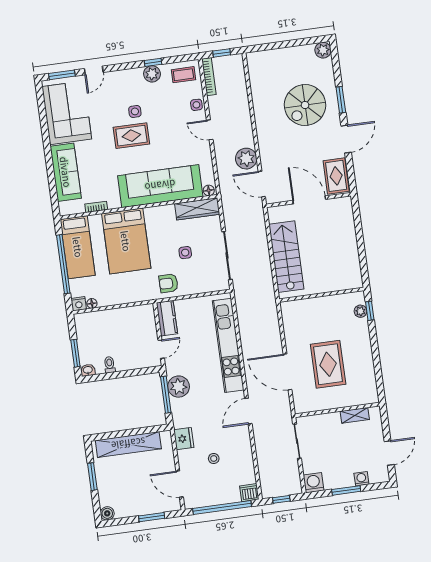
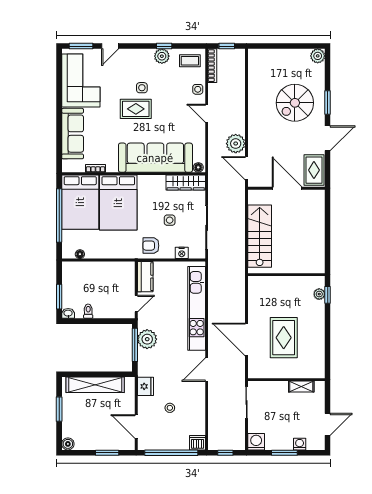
bed: (78, 247) -> (80, 202), width x1.50
nightstand: (79, 304) -> (182, 253), moved

